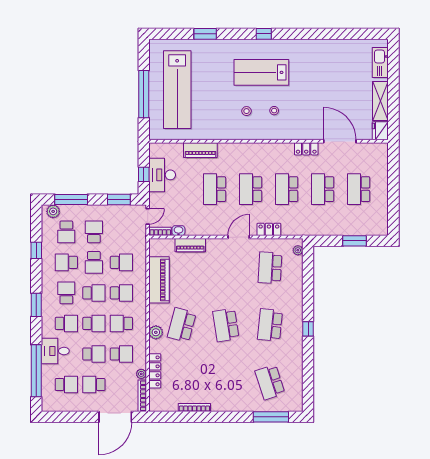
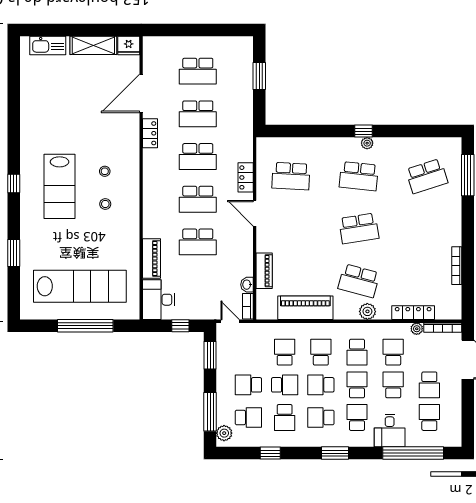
desk: (162, 175) -> (158, 300), moved, turned 90
plant: (298, 250) -> (367, 143), moved
school desk: (94, 293) -> (321, 385), turned -90

